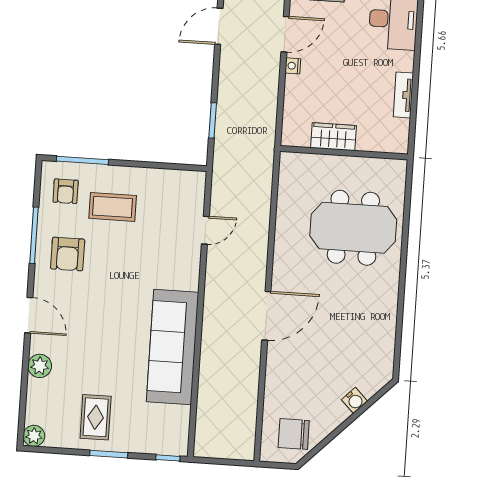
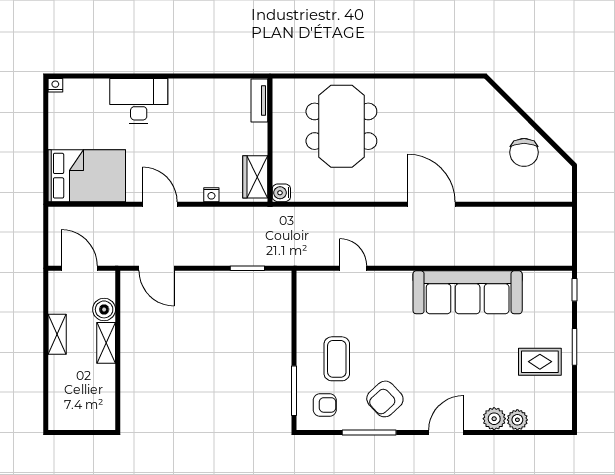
nightstand: (293, 66) -> (211, 195), moved
tv unit: (403, 95) -> (259, 100), moved, turned 90
wardrobe: (333, 137) -> (255, 177), moved
armchair: (68, 254) -> (385, 399), turned 137
water cooler: (355, 400) -> (281, 193), moved, turned -135
chair: (294, 434) -> (524, 152), moved
plant: (34, 436) -> (517, 420), moved

